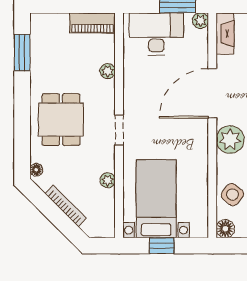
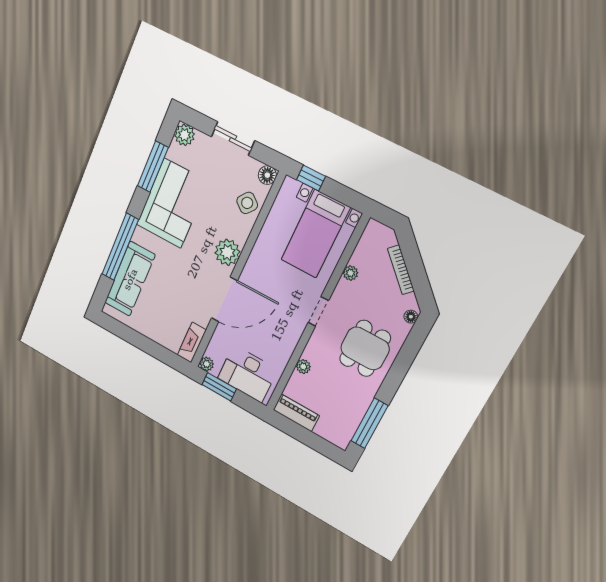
window: (22, 52) -> (369, 423), width x1.44
window: (162, 246) -> (311, 178), moved

